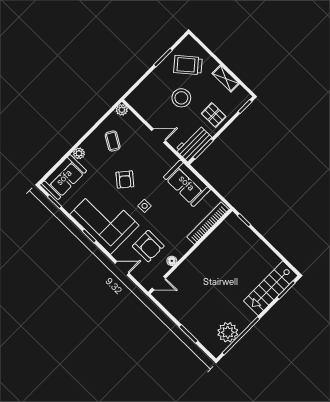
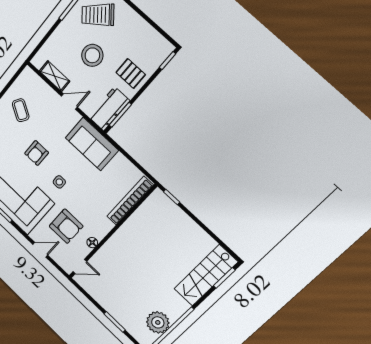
shelving: (226, 79) -> (55, 76), moved
plant: (122, 110) -> (28, 74), removed
armchair: (125, 180) -> (37, 153), turned 50
sofa: (187, 183) -> (92, 144), moved

